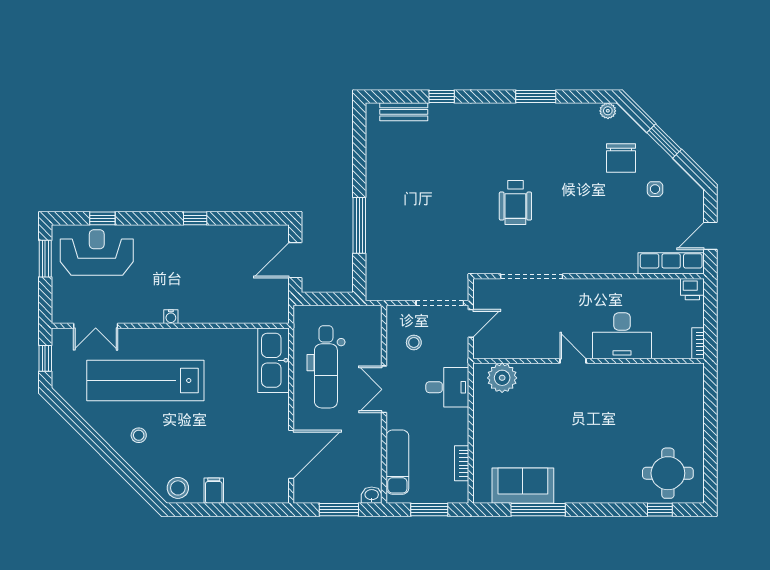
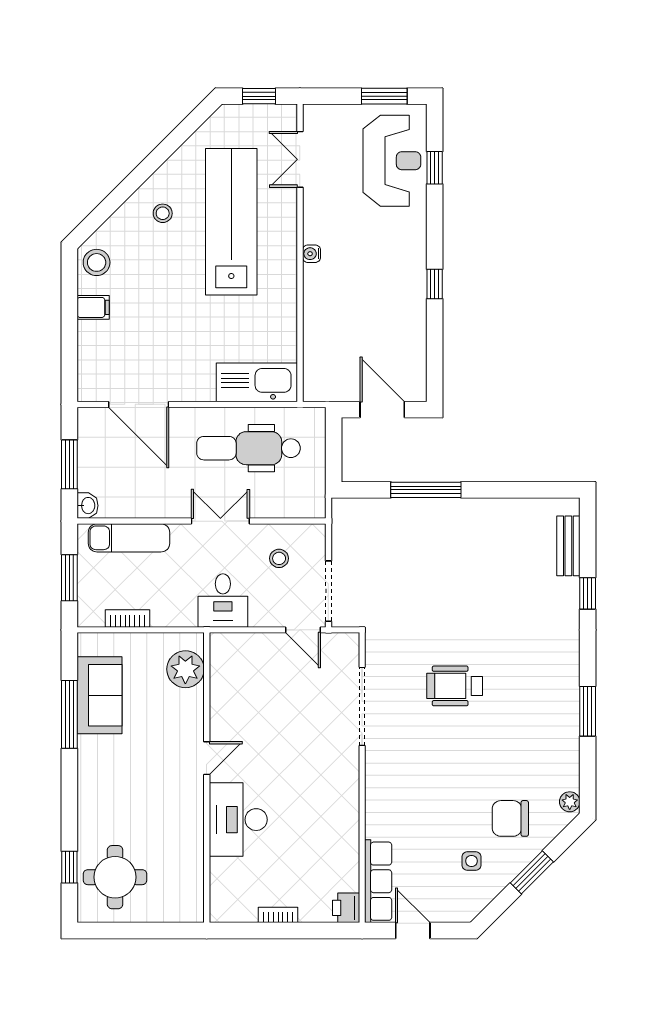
desk: (622, 336) -> (238, 820), moved
door: (573, 361) -> (207, 758), moved
wall: (589, 361) -> (207, 778), moved
plant: (502, 378) -> (185, 669), moved

